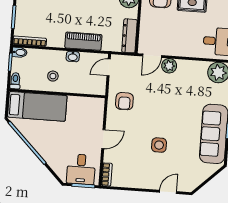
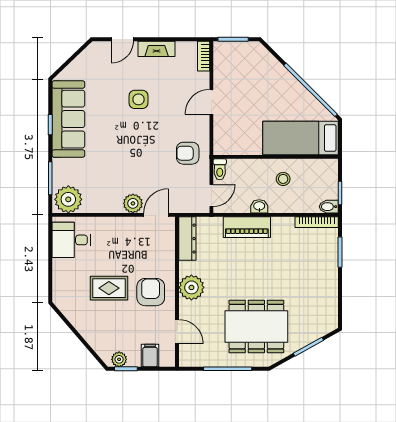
toilet: (15, 81) -> (220, 169), moved
armchair: (124, 101) -> (188, 153), turned -90
desk: (81, 169) -> (238, 60), removed
fireplace: (142, 183) -> (157, 49), added

